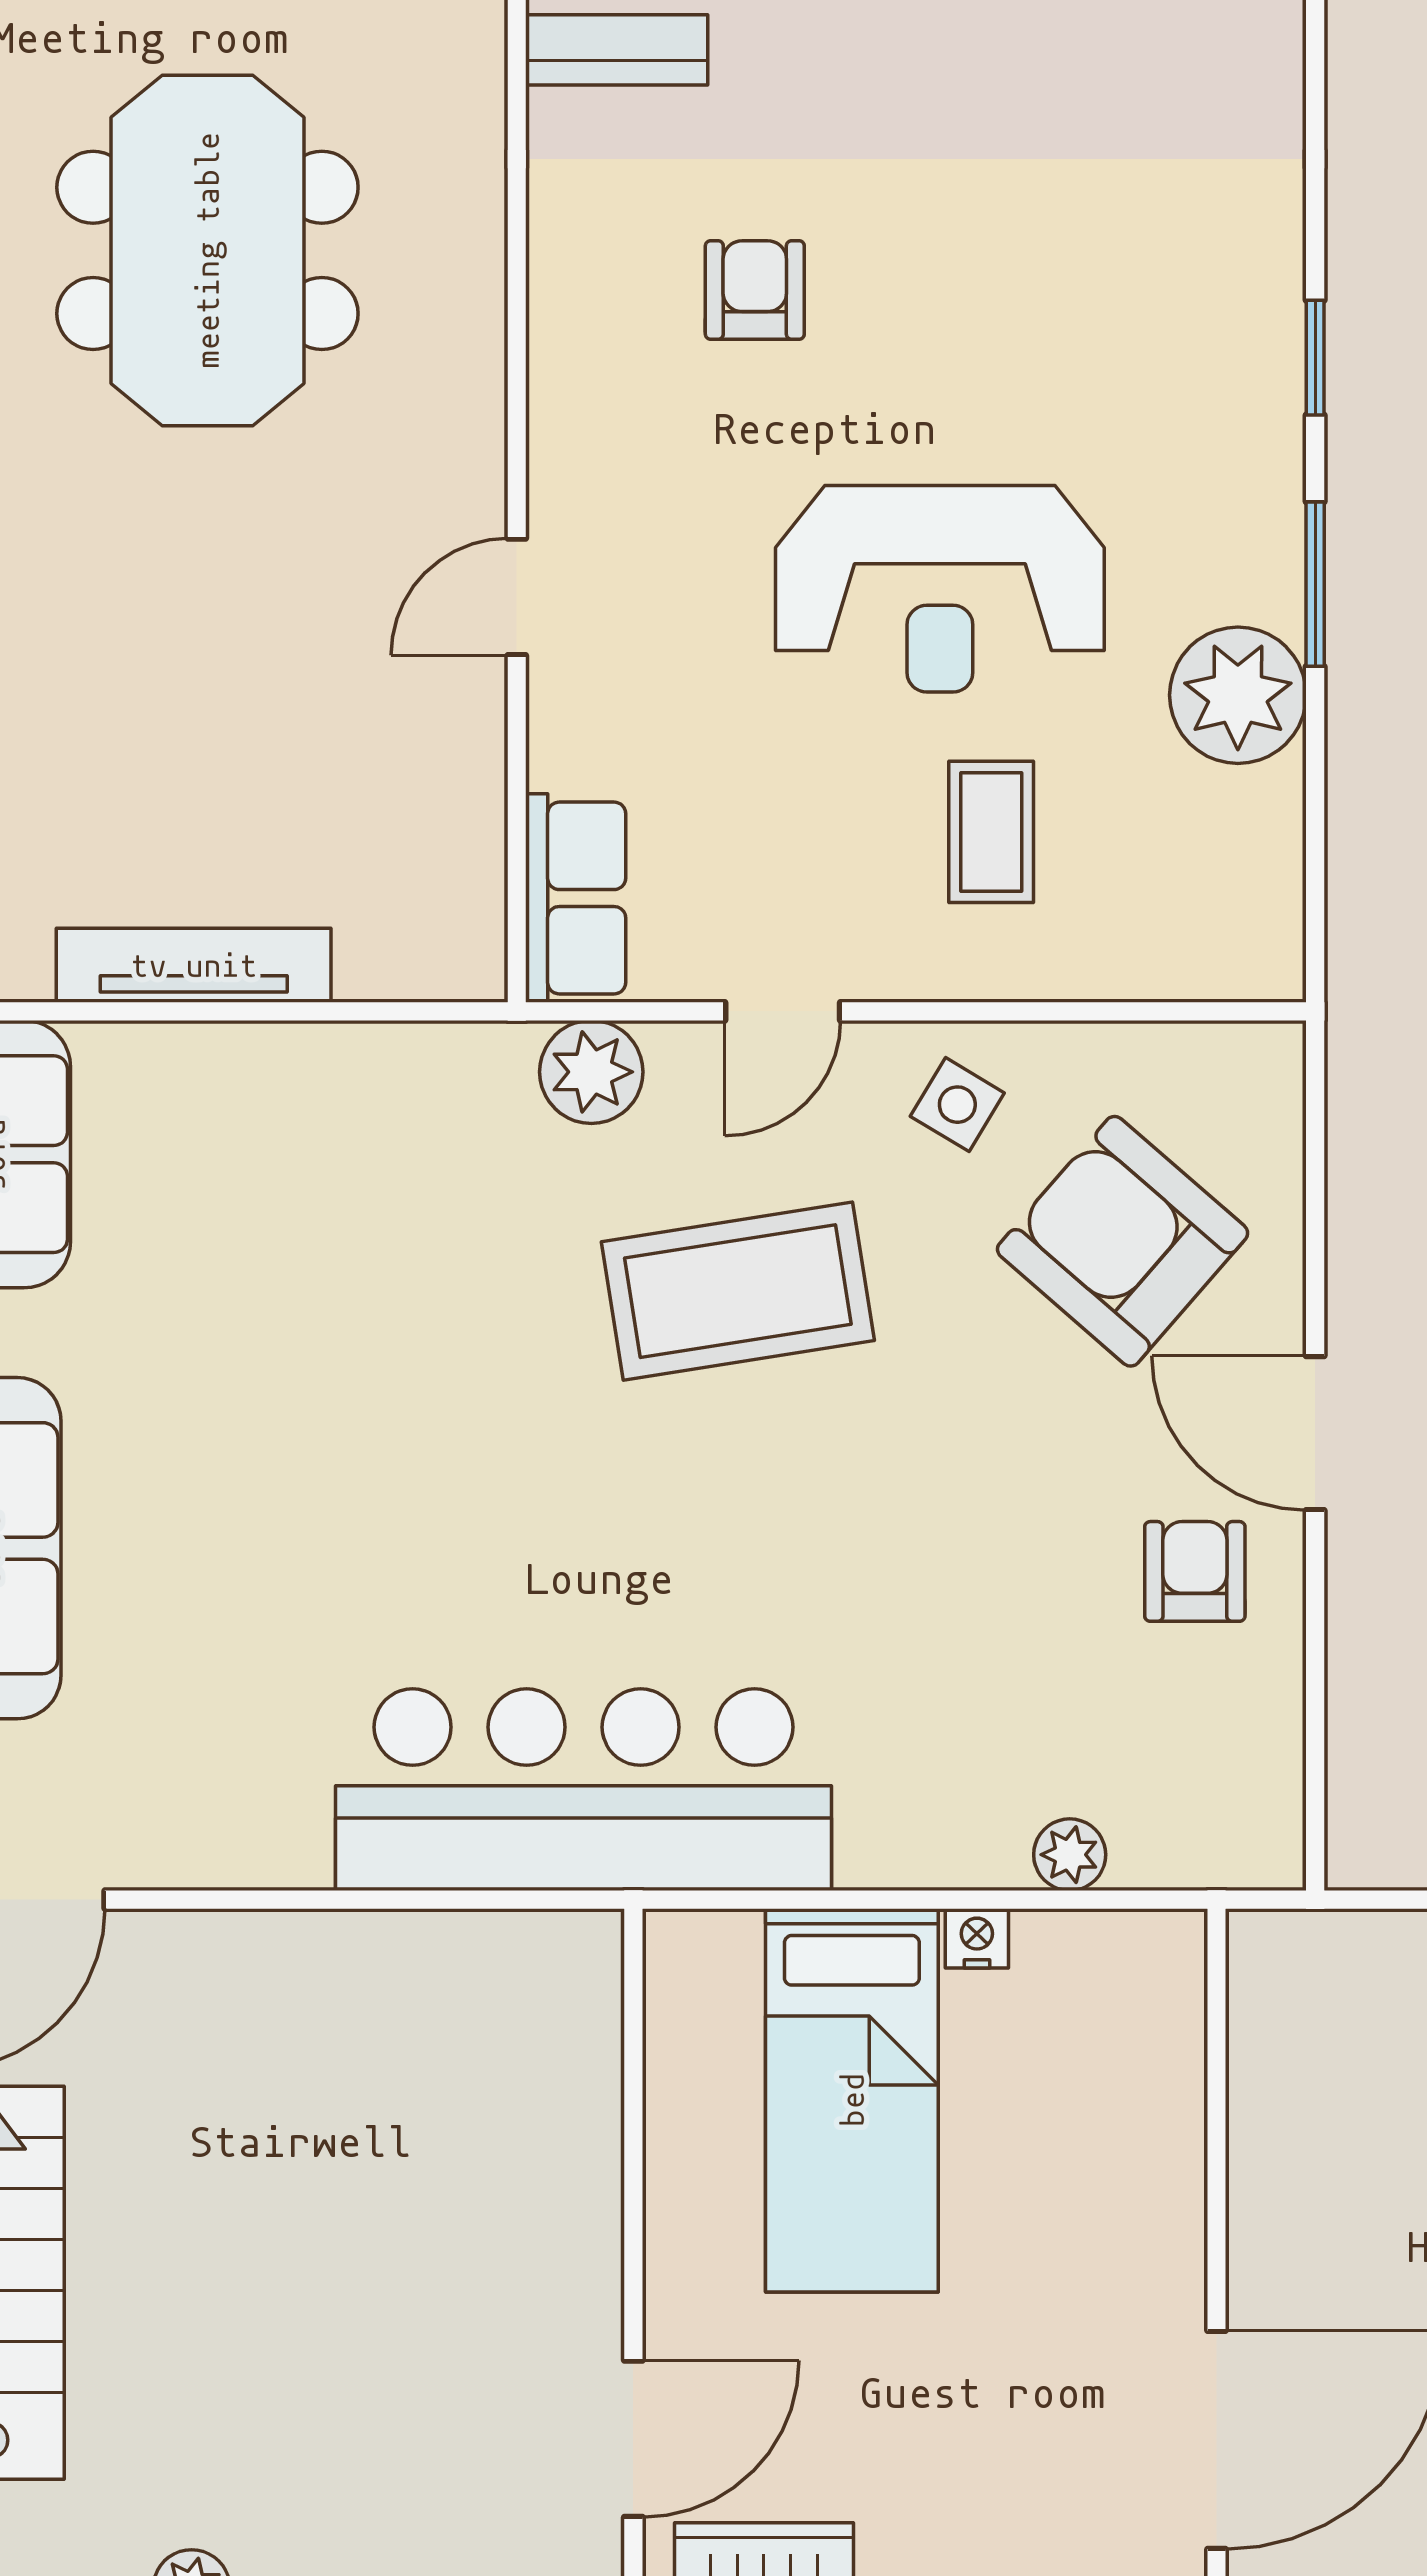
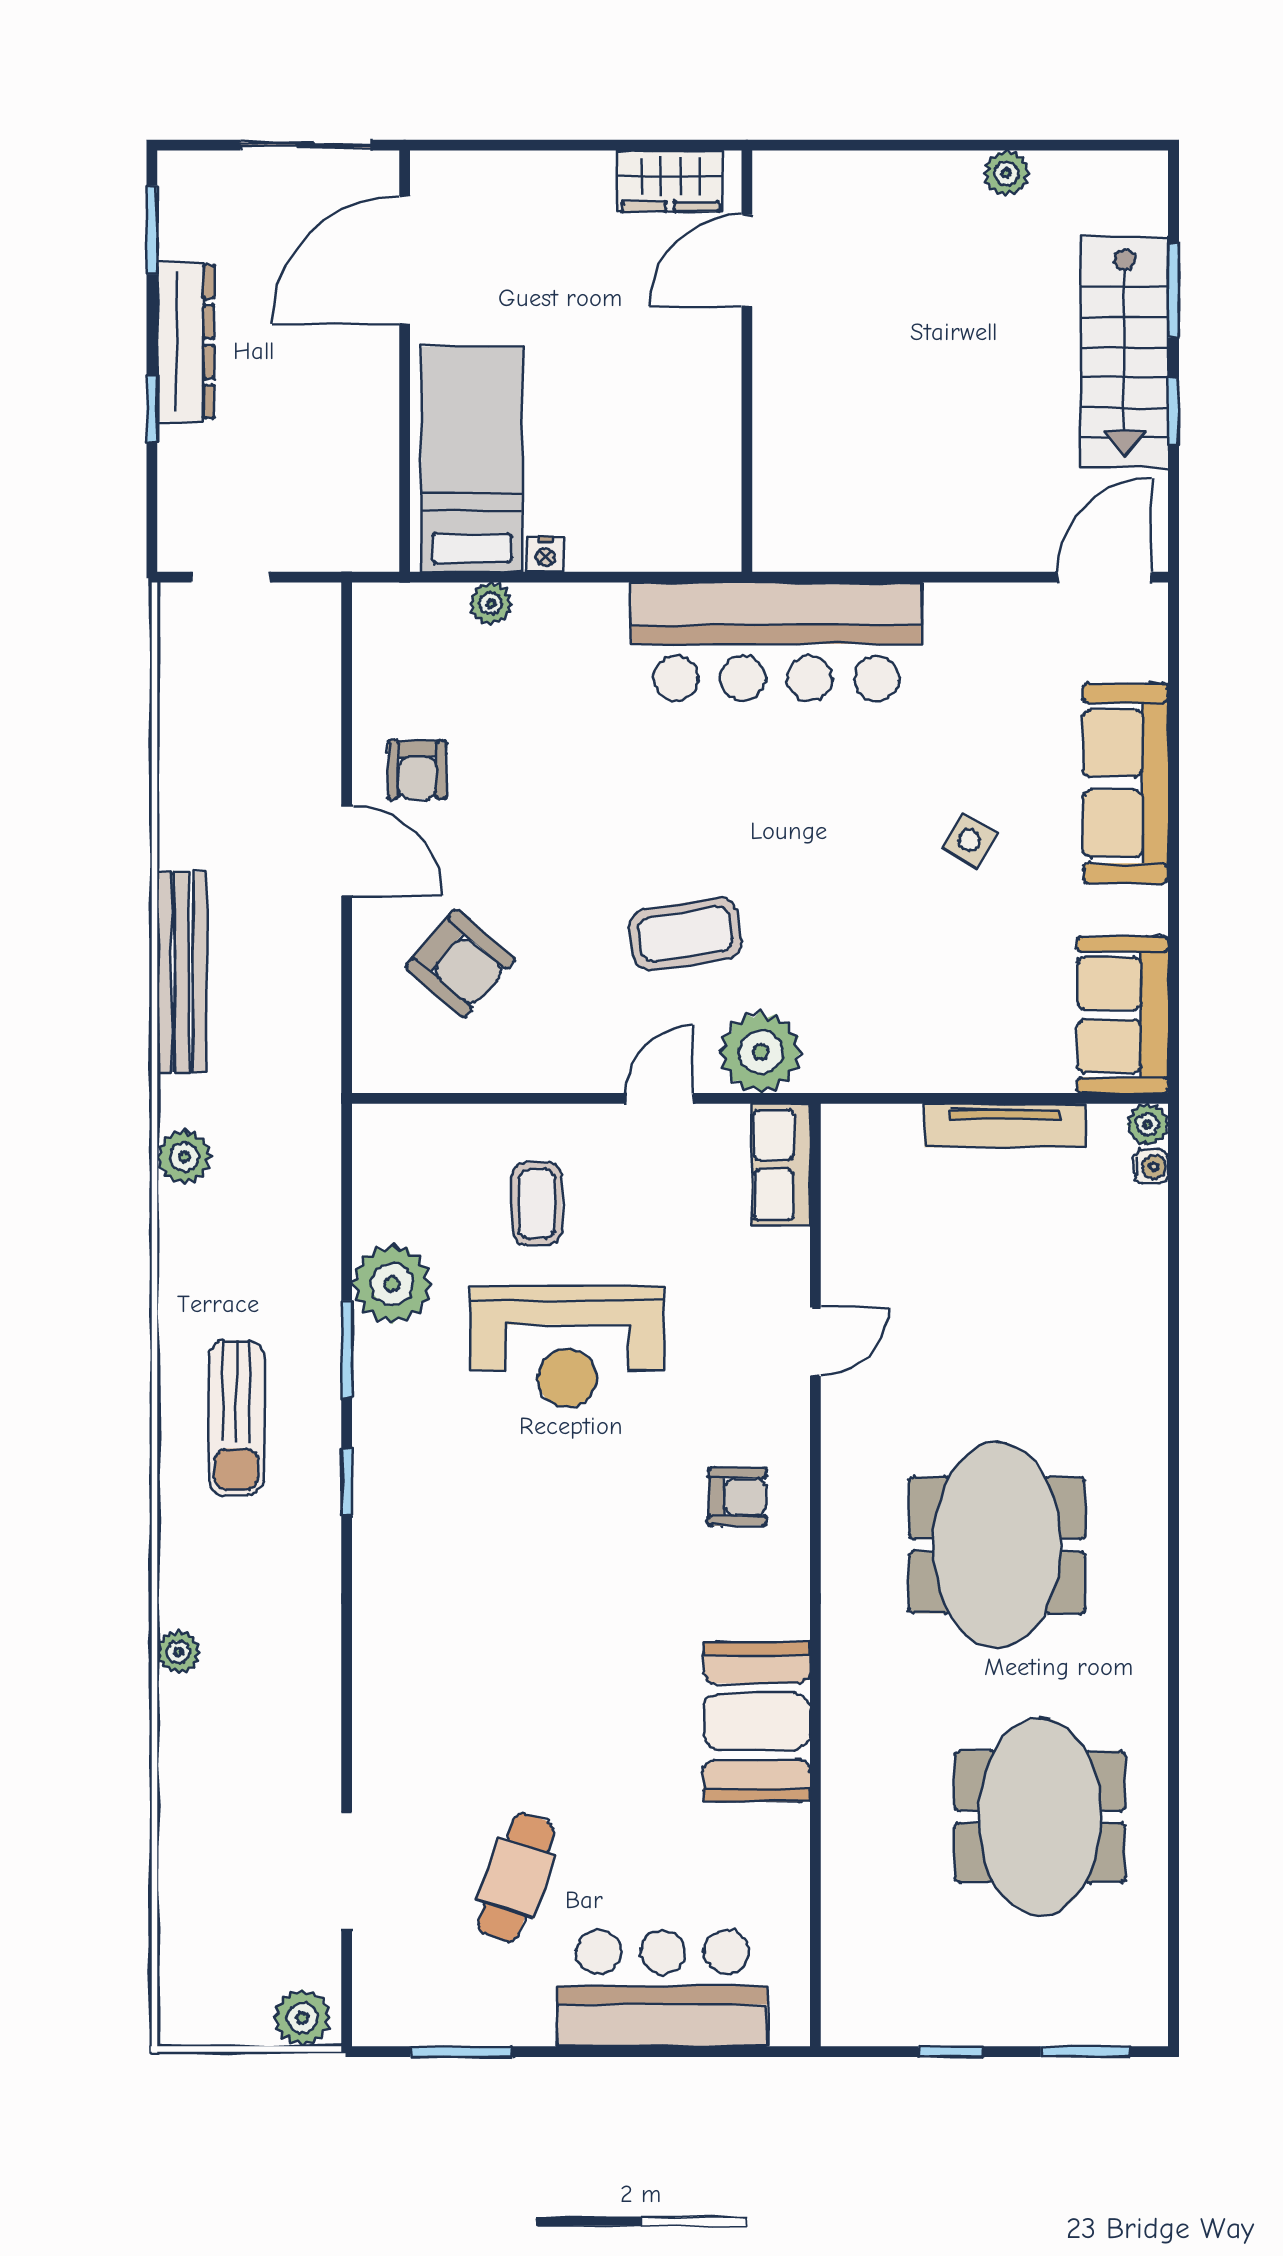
armchair: (755, 290) -> (737, 1497), moved, turned -90
reception desk: (940, 589) -> (567, 1347), turned 180
plant: (591, 1072) -> (761, 1052), width x1.36, depth x1.36
side table: (957, 1105) -> (969, 840), moved
armchair: (1123, 1241) -> (460, 963), width x0.73, depth x0.73
coffee table: (738, 1291) -> (686, 934), width x0.73, depth x0.76
bed: (852, 2100) -> (472, 459), moved

